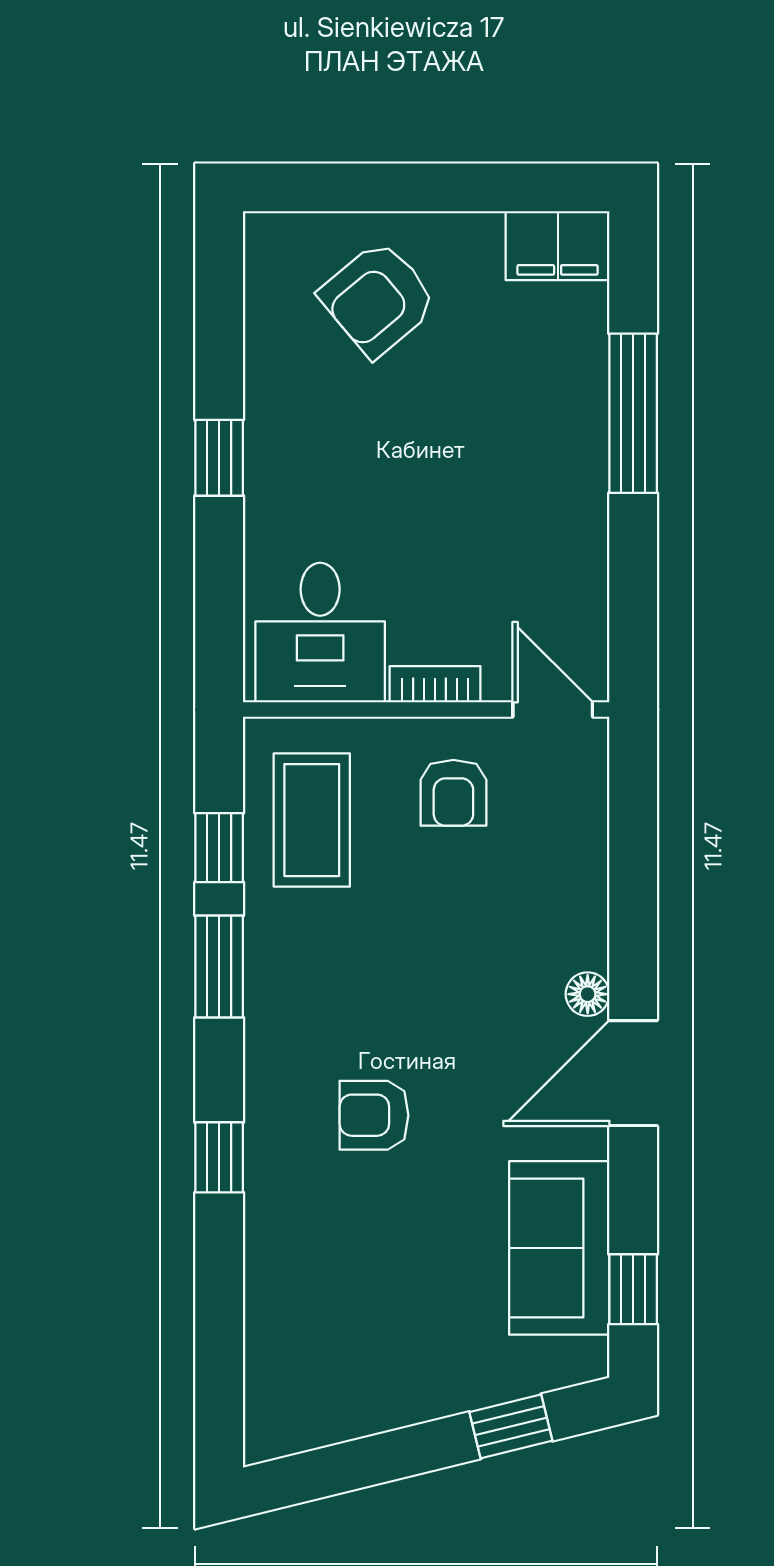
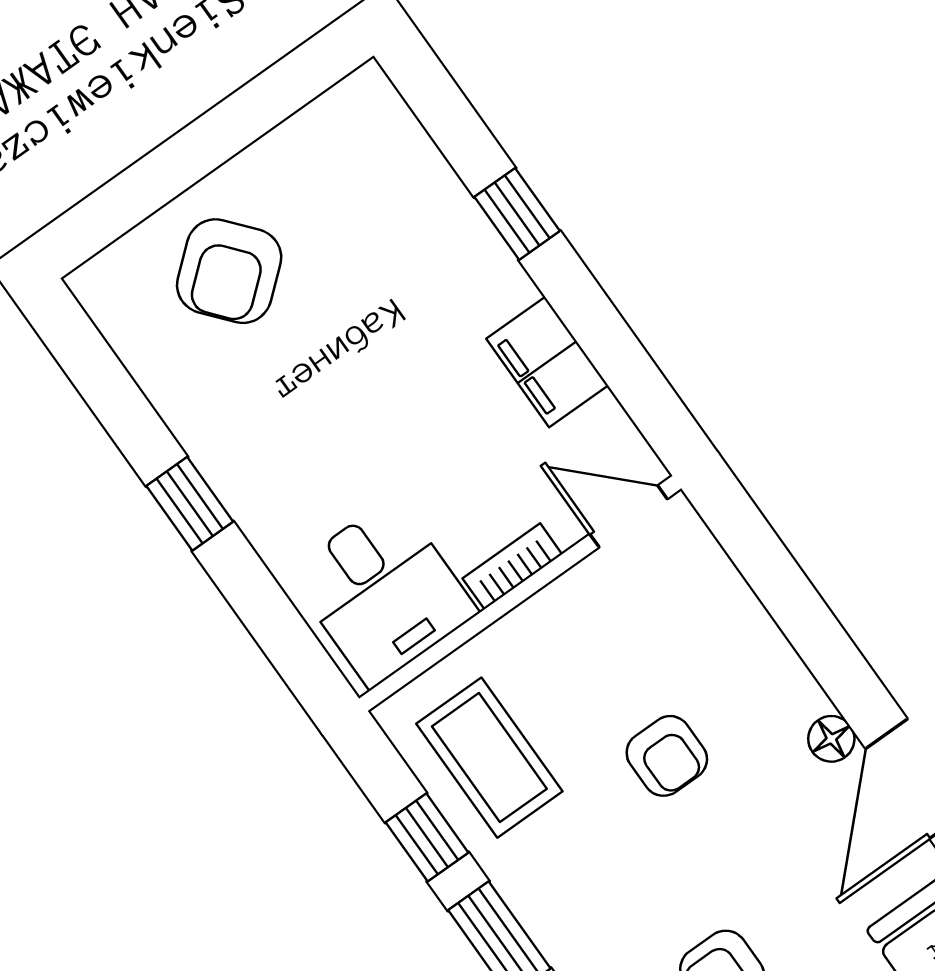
filing cabinet: (558, 246) -> (547, 362), moved, turned 90
window: (633, 413) -> (517, 214), width x0.46
armchair: (453, 793) -> (667, 756), moved

